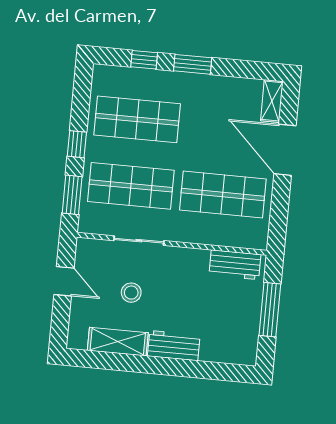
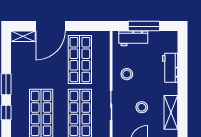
workbench: (235, 265) -> (133, 38), moved, turned 90
stool: (190, 272) -> (127, 74), added
workbench: (174, 346) -> (170, 68), moved

